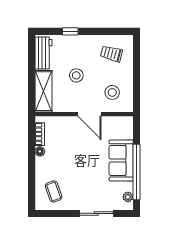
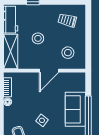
door: (90, 114) -> (49, 71), hinge flipped
side table: (81, 174) -> (42, 120), added

